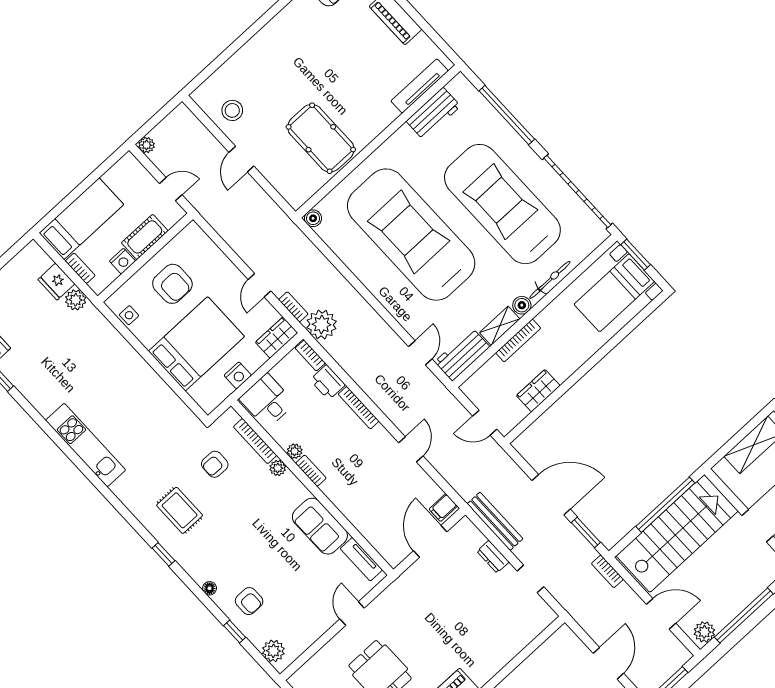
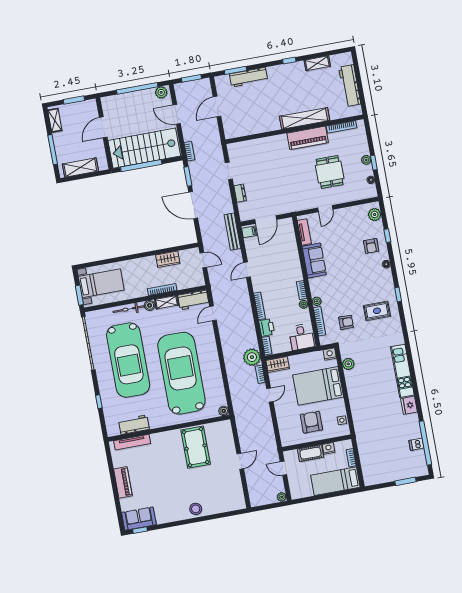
stool: (232, 110) -> (196, 509), moved
window: (507, 115) -> (99, 402), width x0.32
car: (411, 235) -> (181, 373), turned 180
fridge: (56, 282) -> (409, 405), moved, turned 180
plant: (76, 300) -> (348, 364), moved
nightstand: (238, 375) -> (330, 354), moved
rug: (180, 510) -> (377, 311), turned 90
bench: (495, 521) -> (232, 232), moved
armchair: (249, 601) -> (371, 246), turned 180

